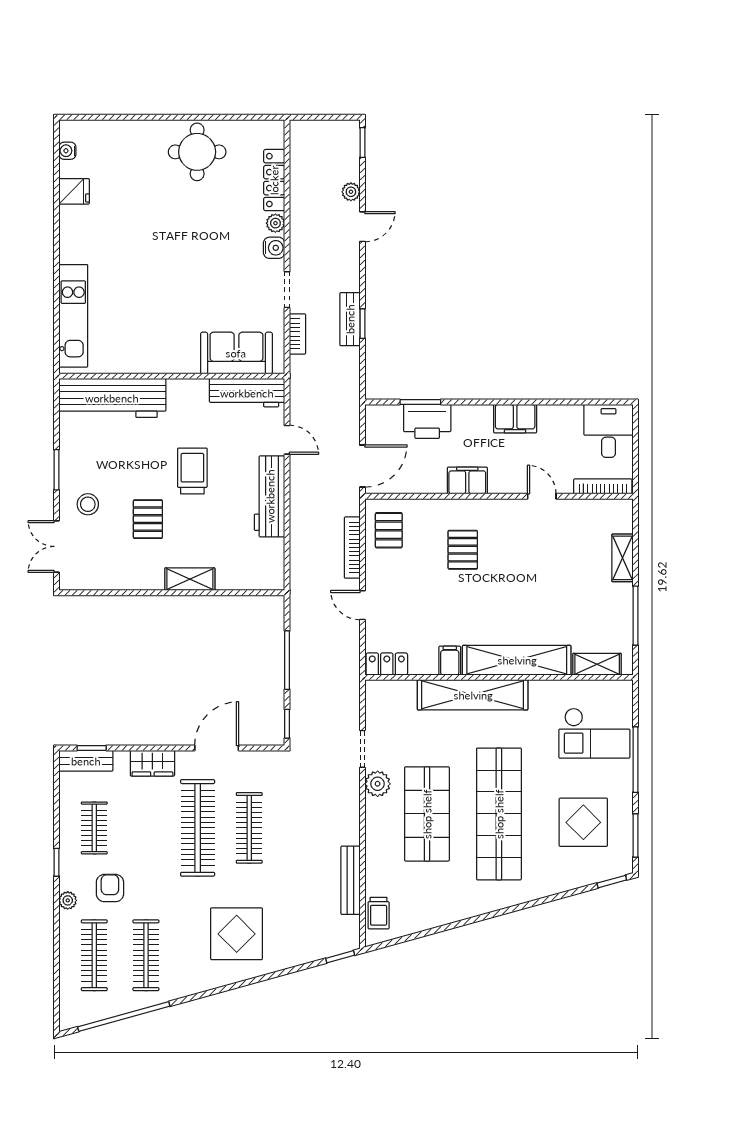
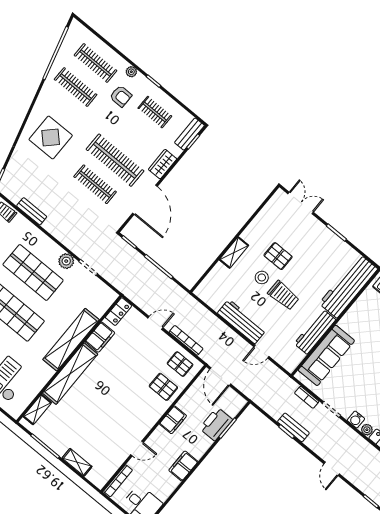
plant: (351, 192) -> (352, 477), removed
sofa: (236, 353) -> (326, 355), width x1.36
workbench: (247, 393) -> (315, 332), moved
stool: (88, 504) -> (262, 277), moved
pallet: (463, 550) -> (163, 387), moved
filing cabinet: (450, 661) -> (100, 337), width x2.00
door: (217, 748) -> (145, 200), width x1.36
bench: (350, 880) -> (32, 211), width x0.73

